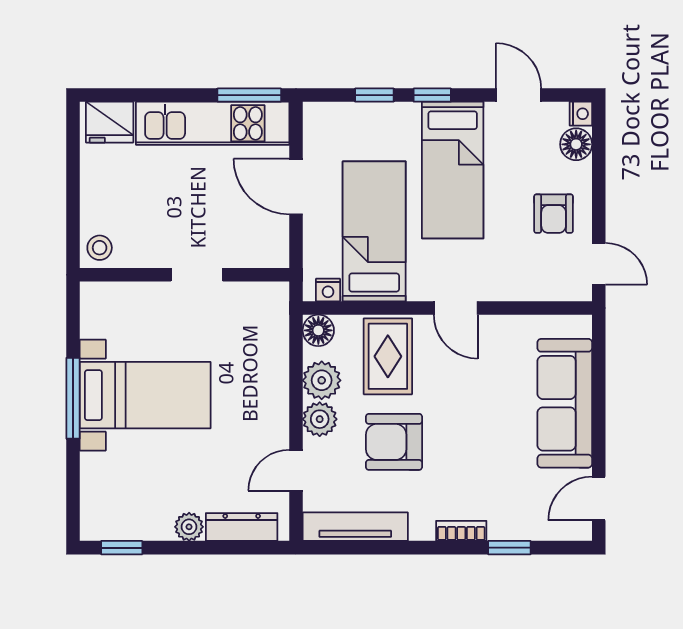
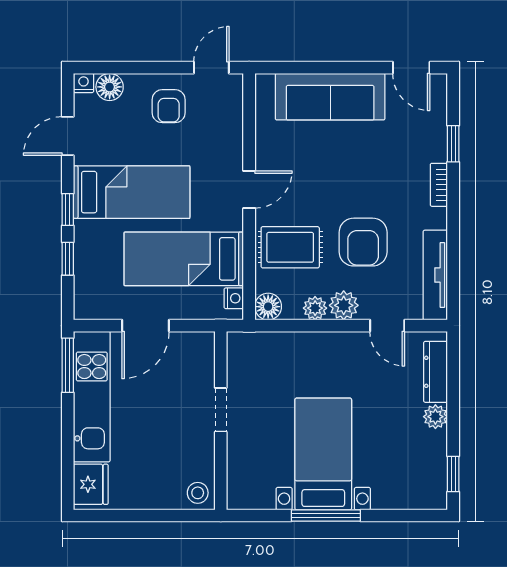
armchair: (554, 214) -> (169, 106), turned 90
plant: (322, 380) -> (315, 308), width x0.73, depth x0.73

